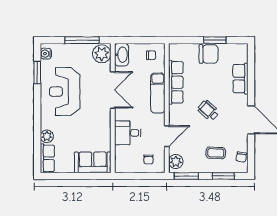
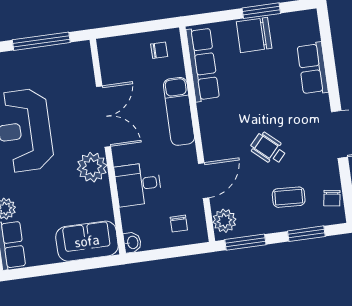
plant: (102, 54) -> (92, 167), moved
chair: (209, 54) -> (254, 35), turned 180
washbasin: (122, 55) -> (132, 242), moved, width x0.52, depth x0.69
row of seats: (176, 82) -> (203, 64), moved
wheelchair: (208, 111) -> (268, 149), moved

